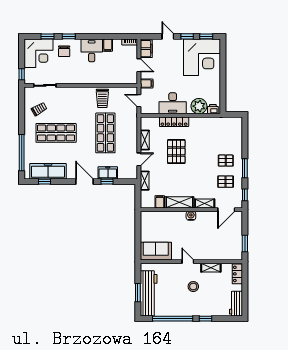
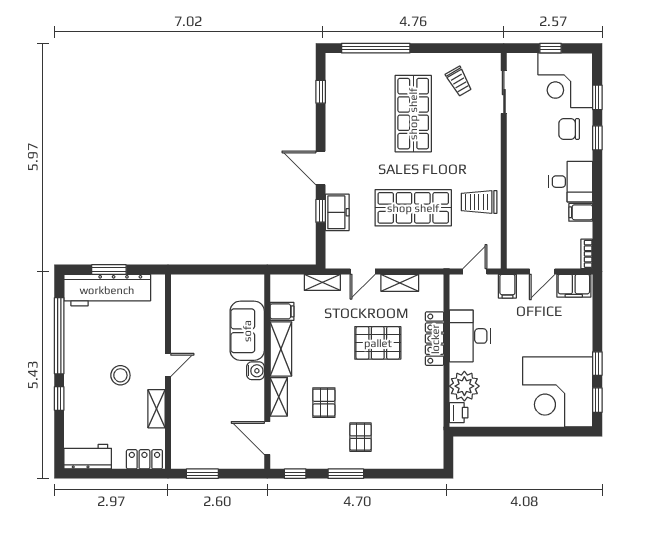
door: (168, 36) -> (597, 327), removed
window: (22, 74) -> (551, 48), moved
door: (139, 159) -> (363, 271), hinge flipped
freezer: (48, 171) -> (340, 98), removed
door: (85, 182) -> (321, 168), swing flipped
pallet: (226, 182) -> (324, 403), moved
sofa: (156, 251) -> (247, 331), moved, turned 180

